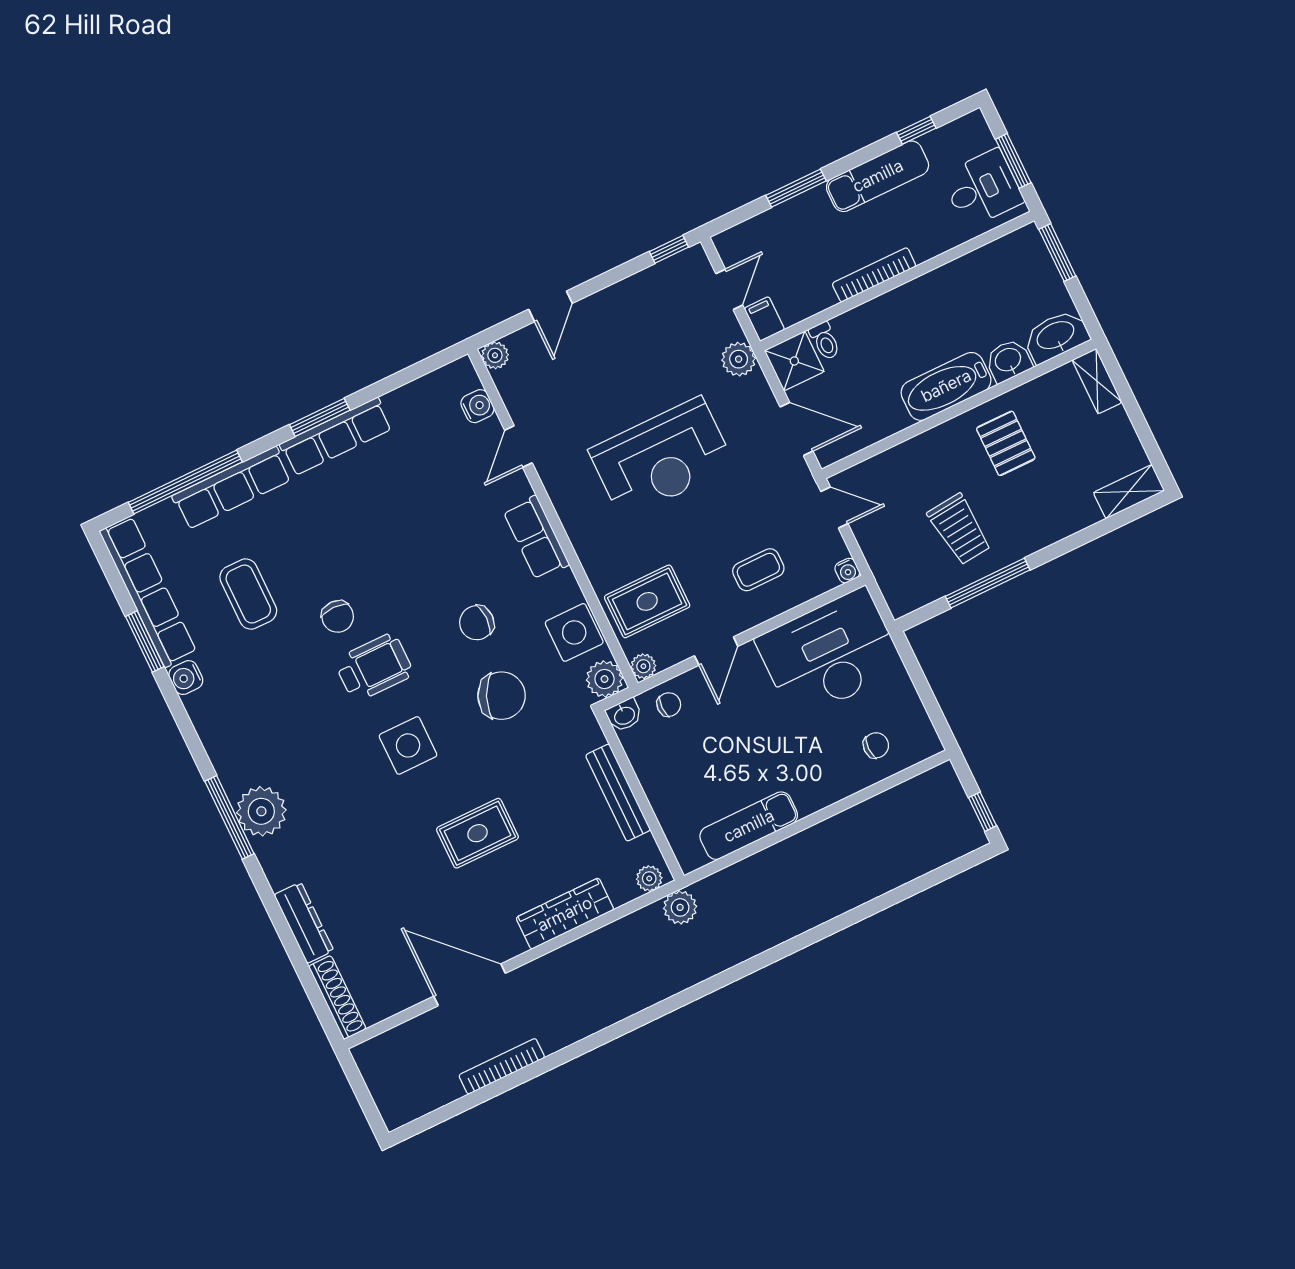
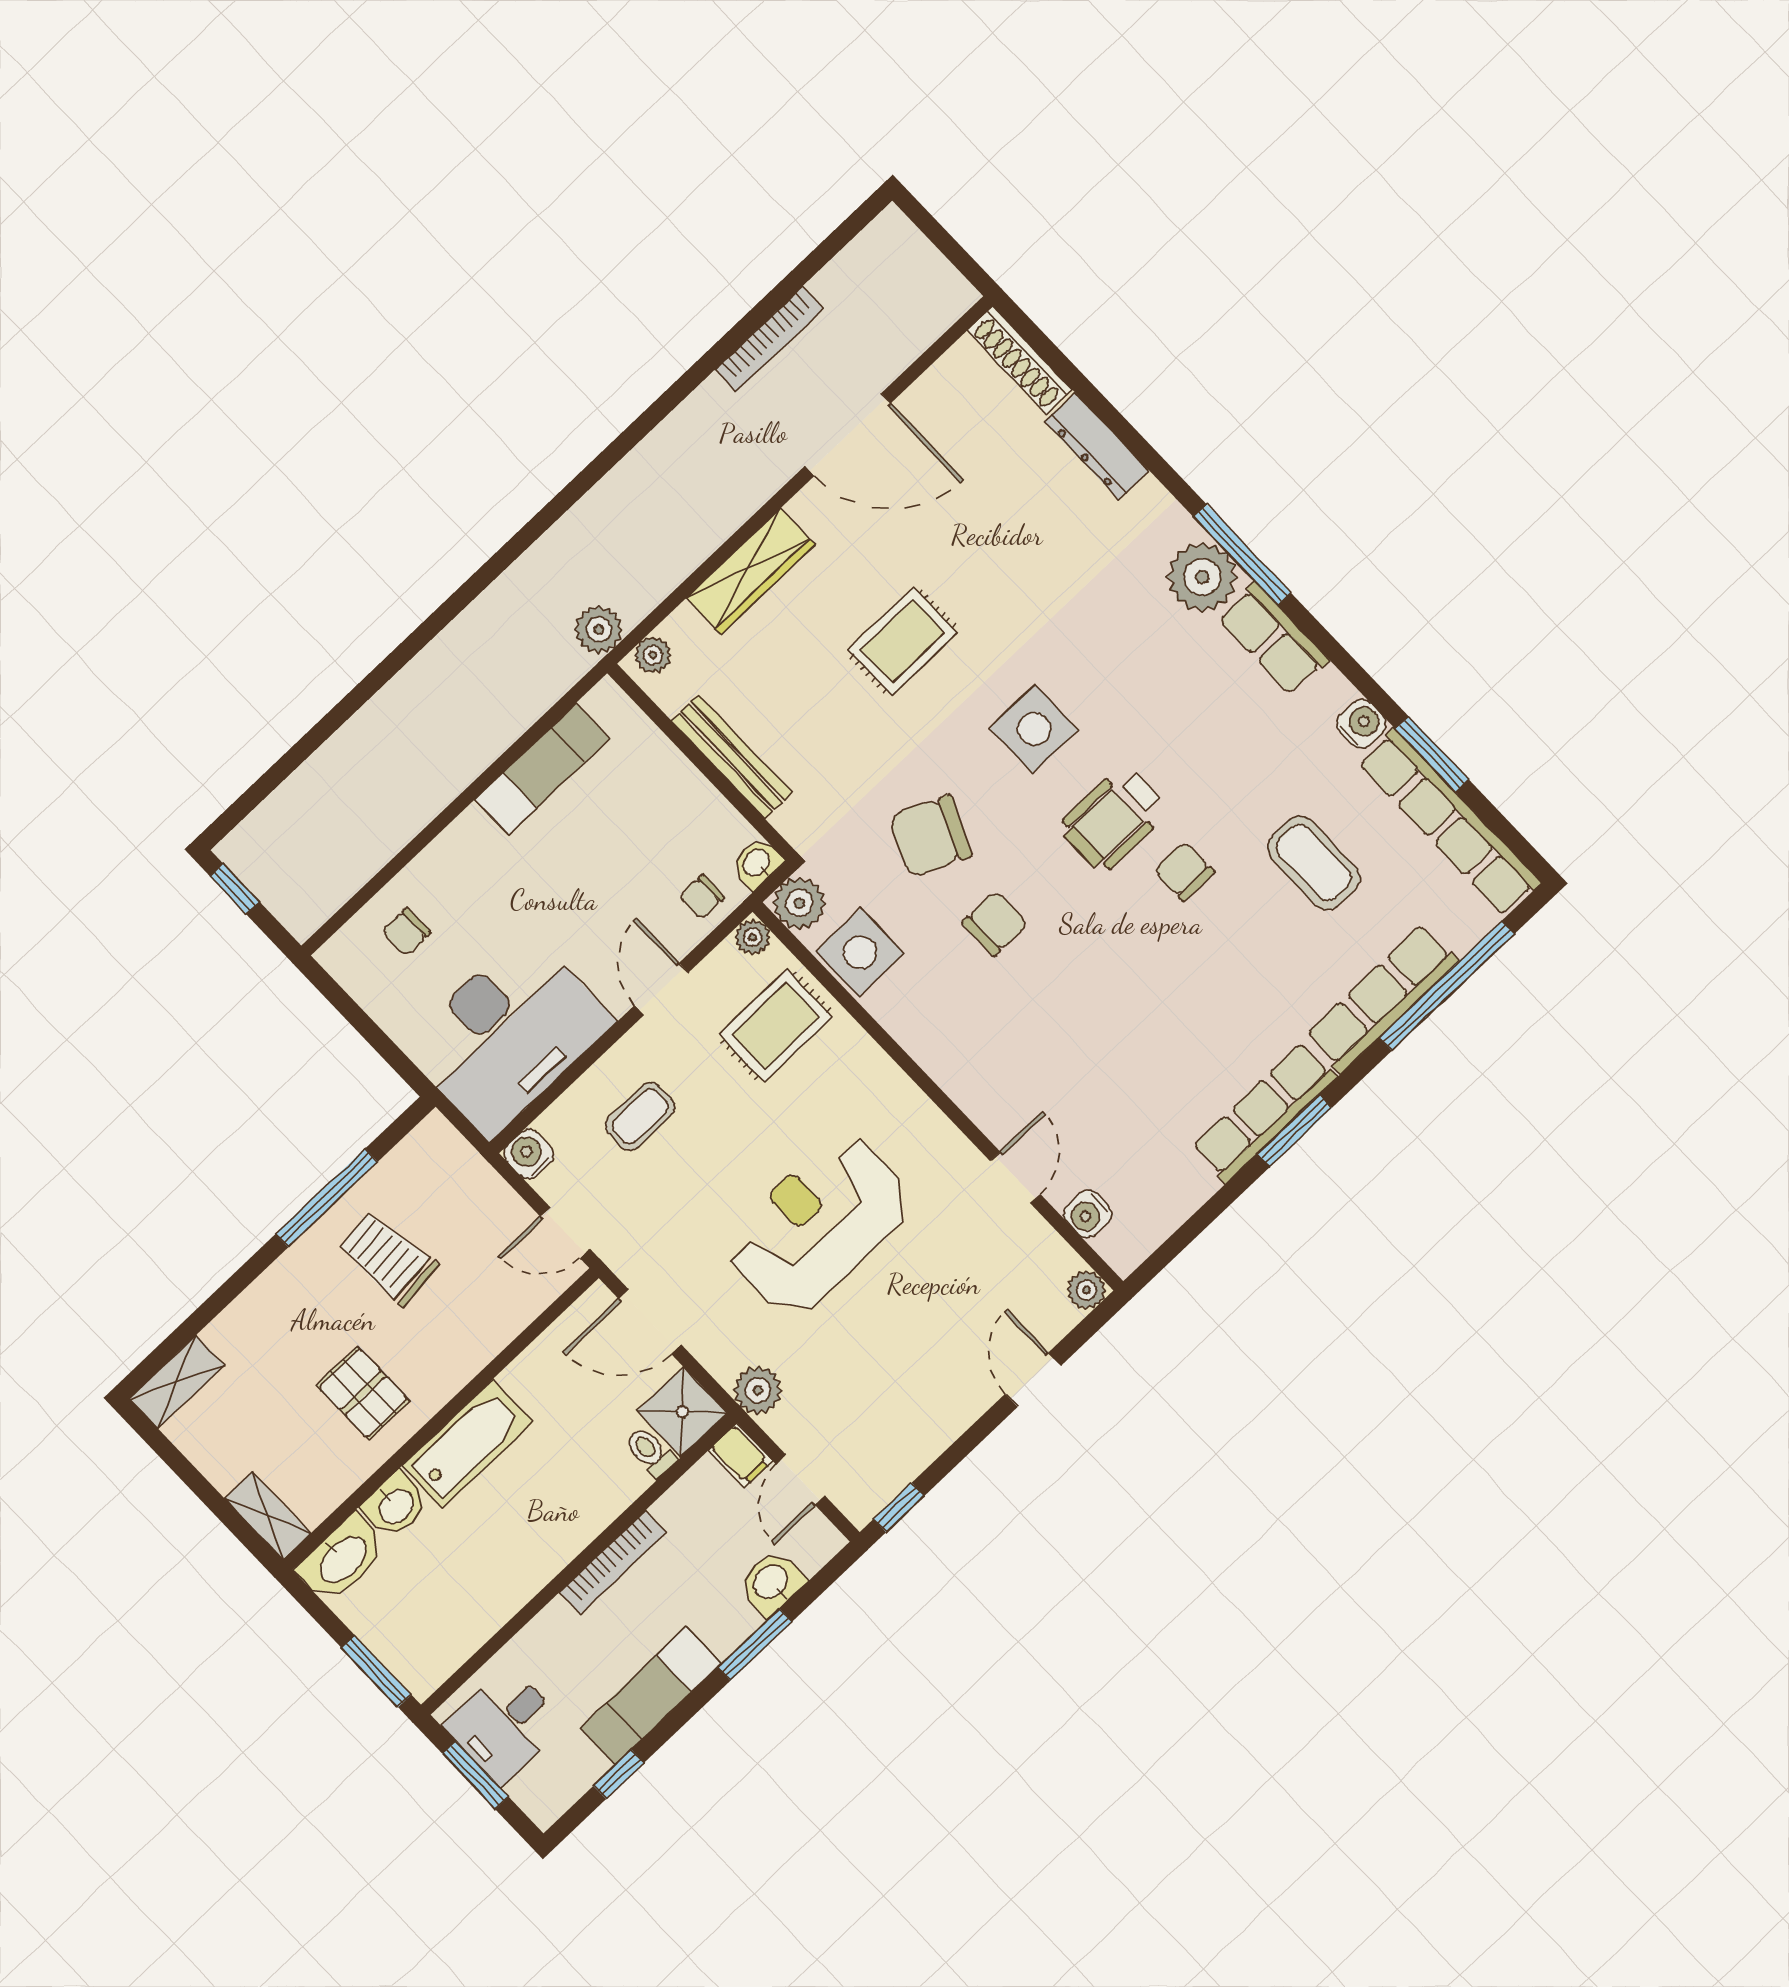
washbasin: (771, 226) -> (771, 1583), added
row of seats: (536, 538) -> (1273, 639), moved, turned 180
water cooler: (847, 571) -> (529, 1154), width x1.38, depth x1.38

